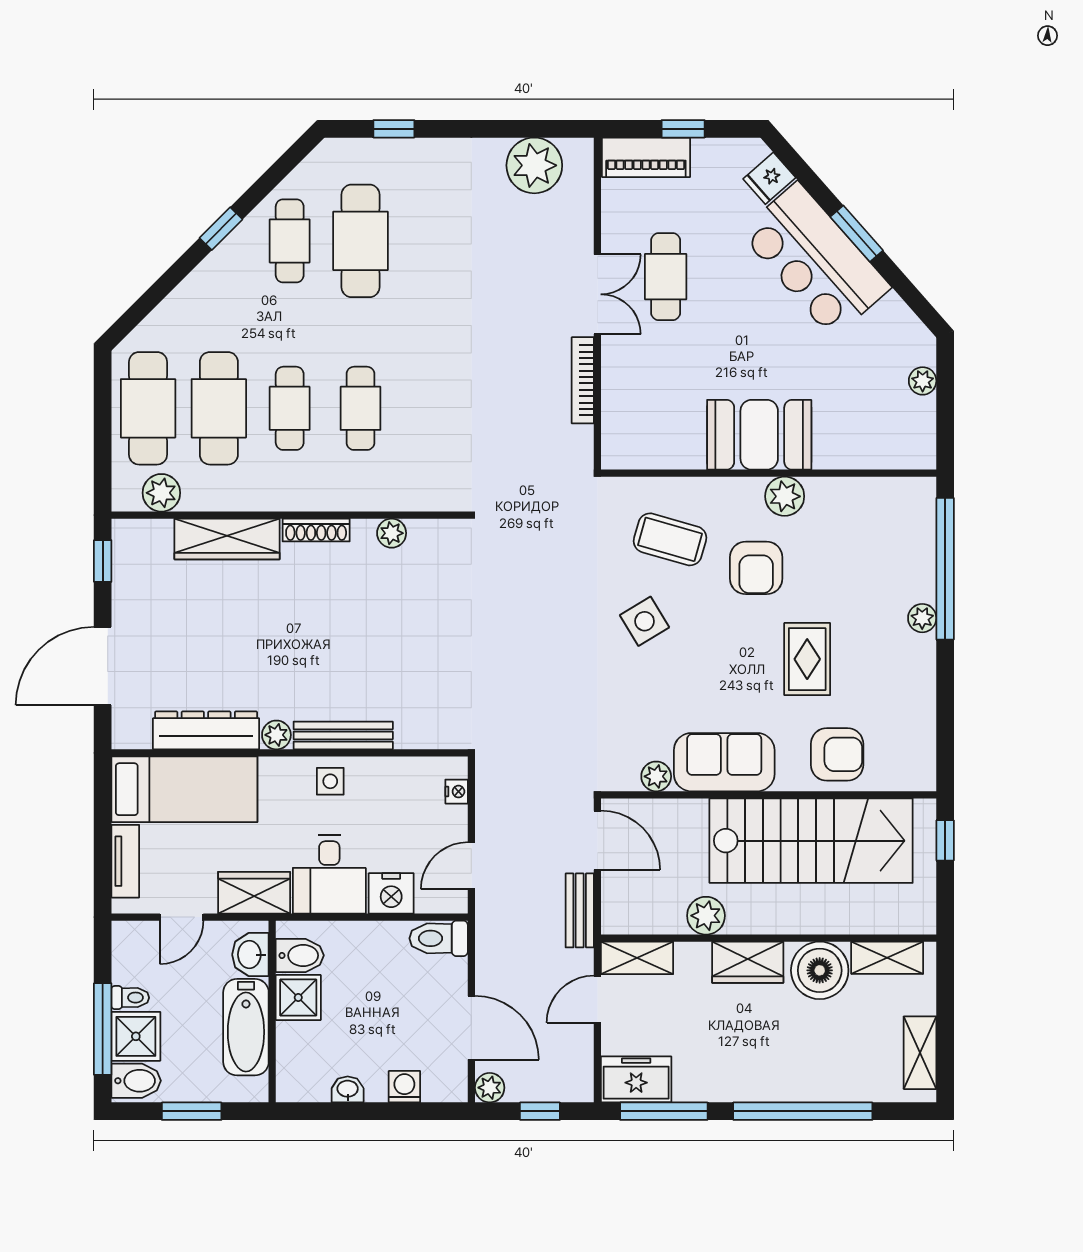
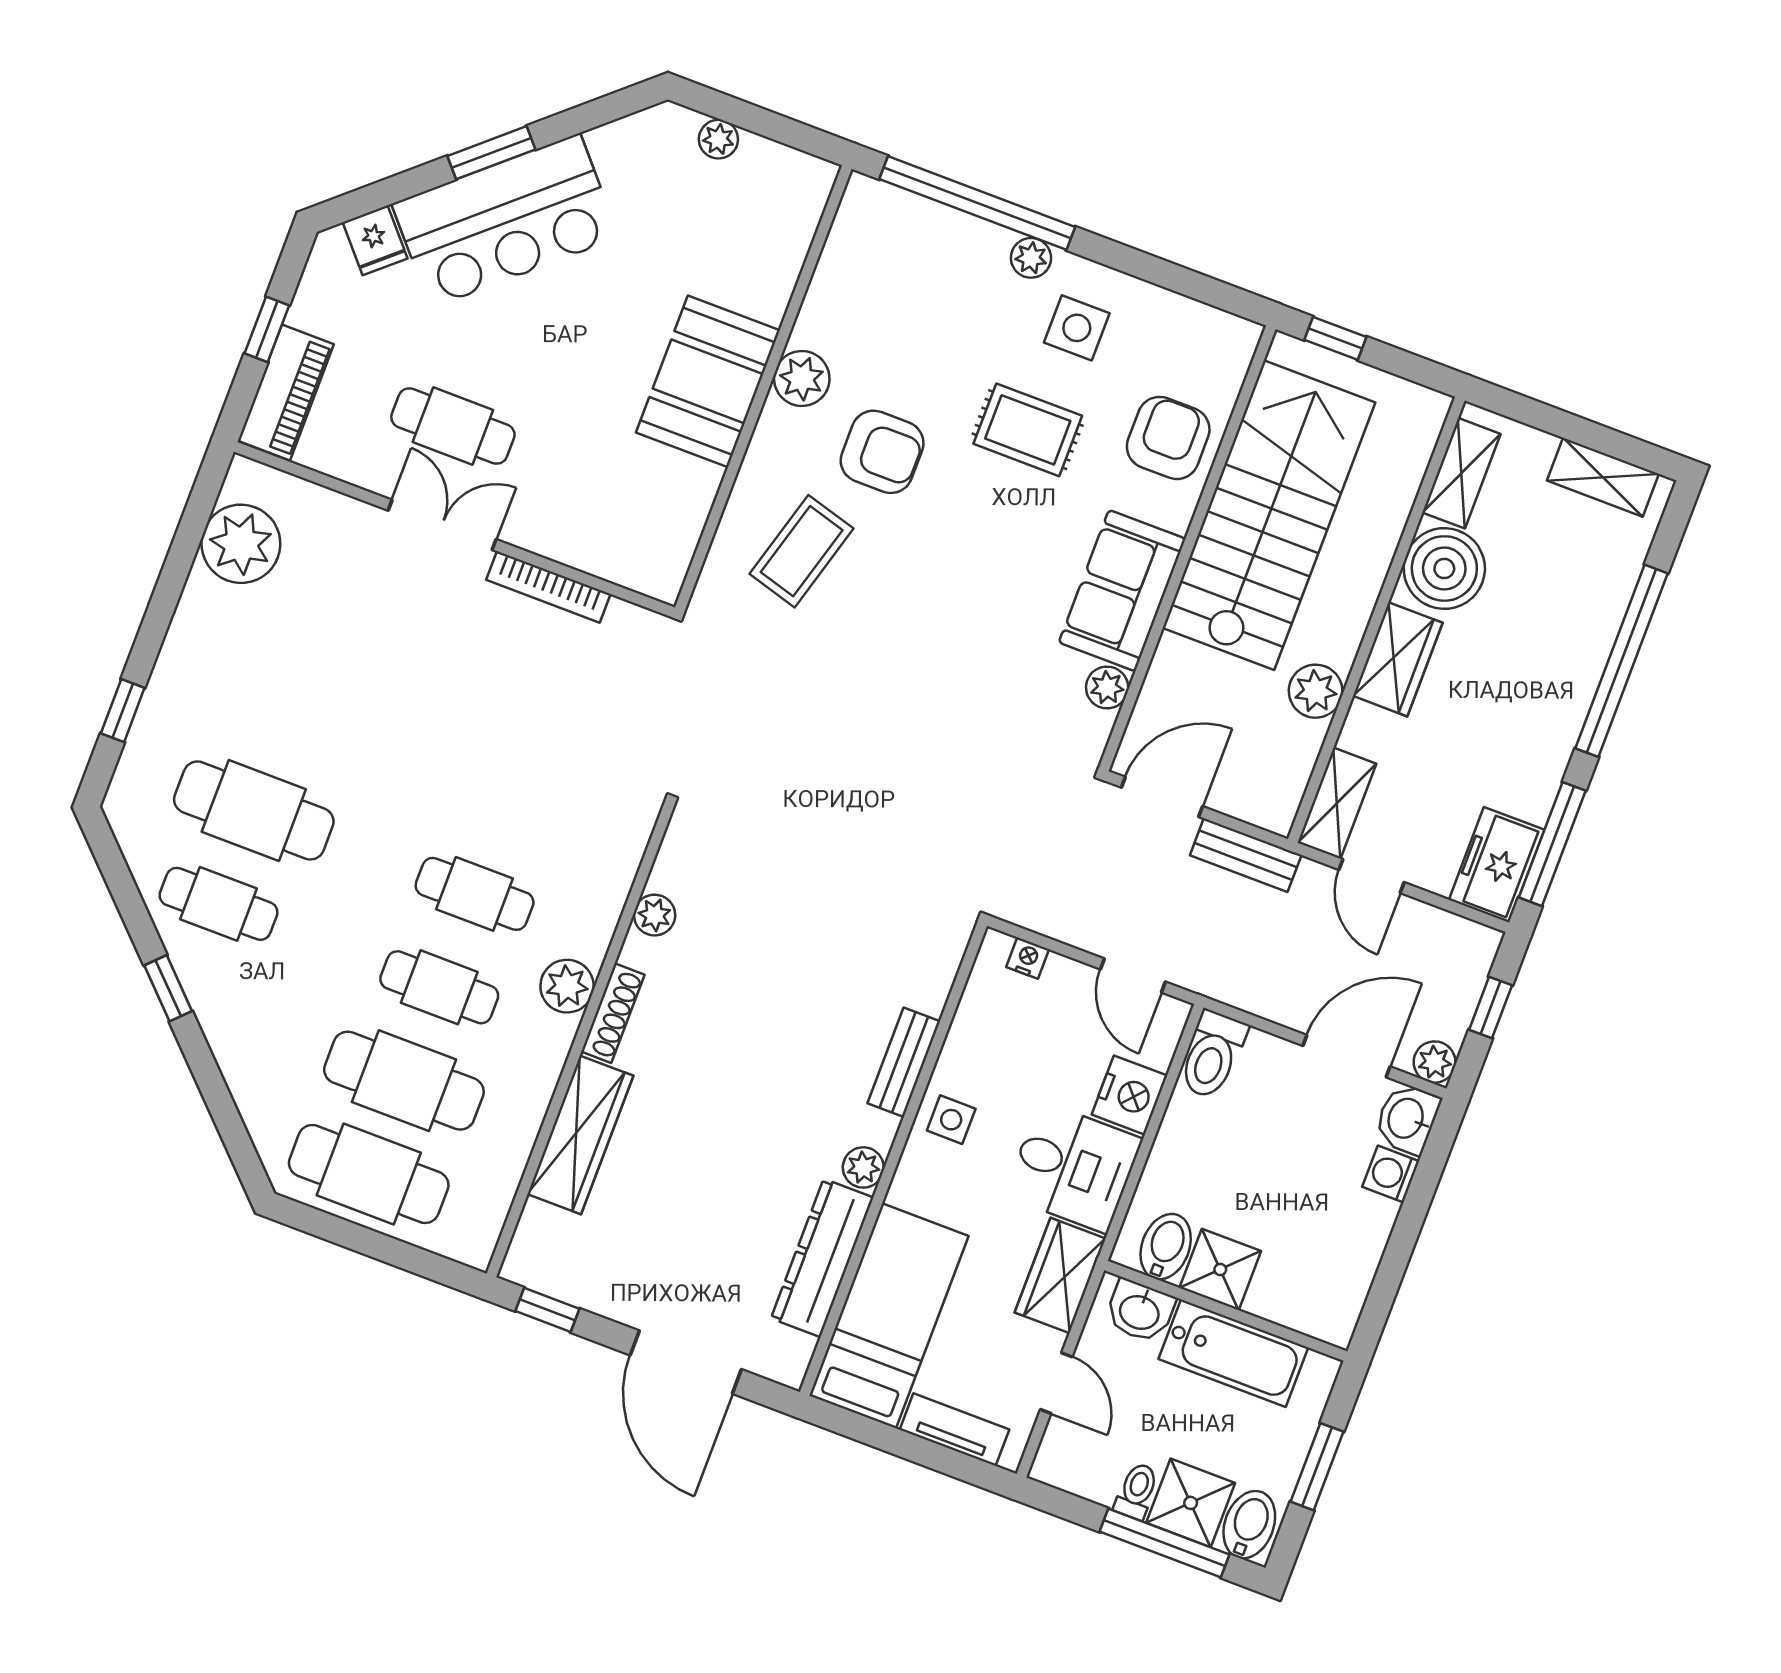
plant: (161, 493) -> (567, 986), moved
side table: (645, 621) -> (1077, 328), moved, turned 31
bench: (343, 735) -> (904, 1062), width x0.73
washbasin: (348, 1089) -> (1407, 1119), moved, width x1.38, depth x1.45

